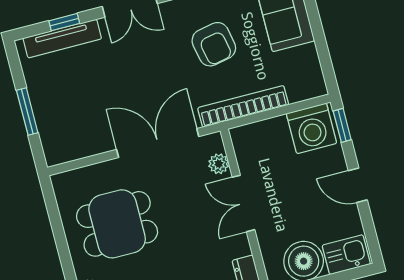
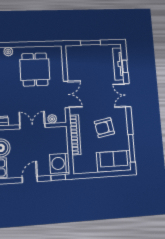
double door: (158, 143) -> (66, 94), width x0.73

